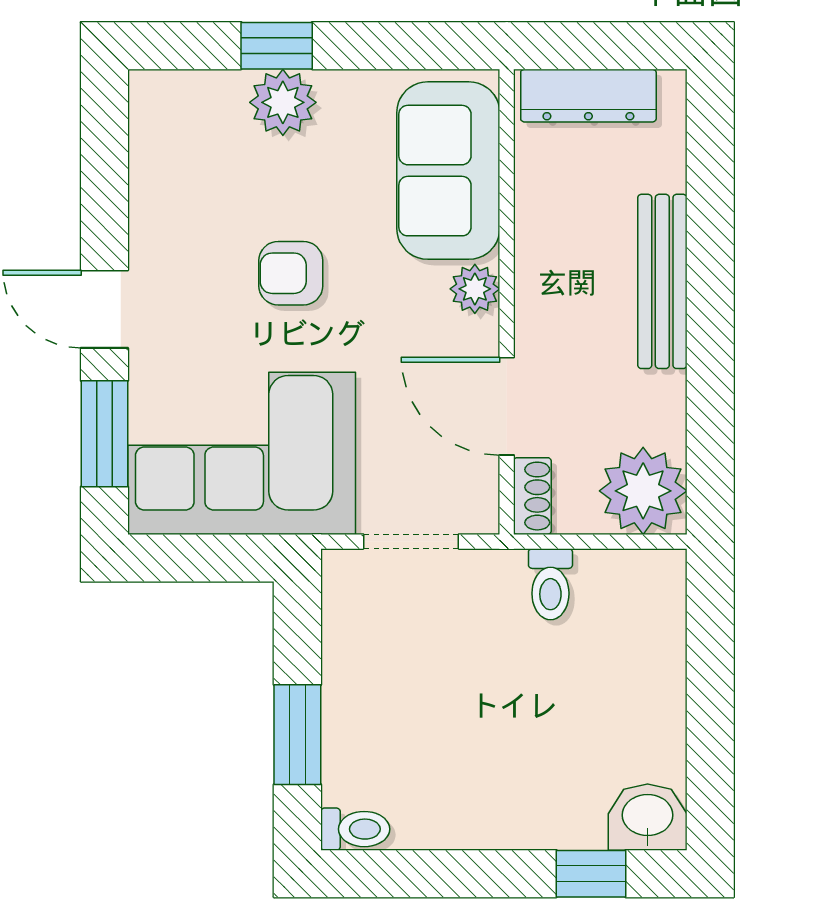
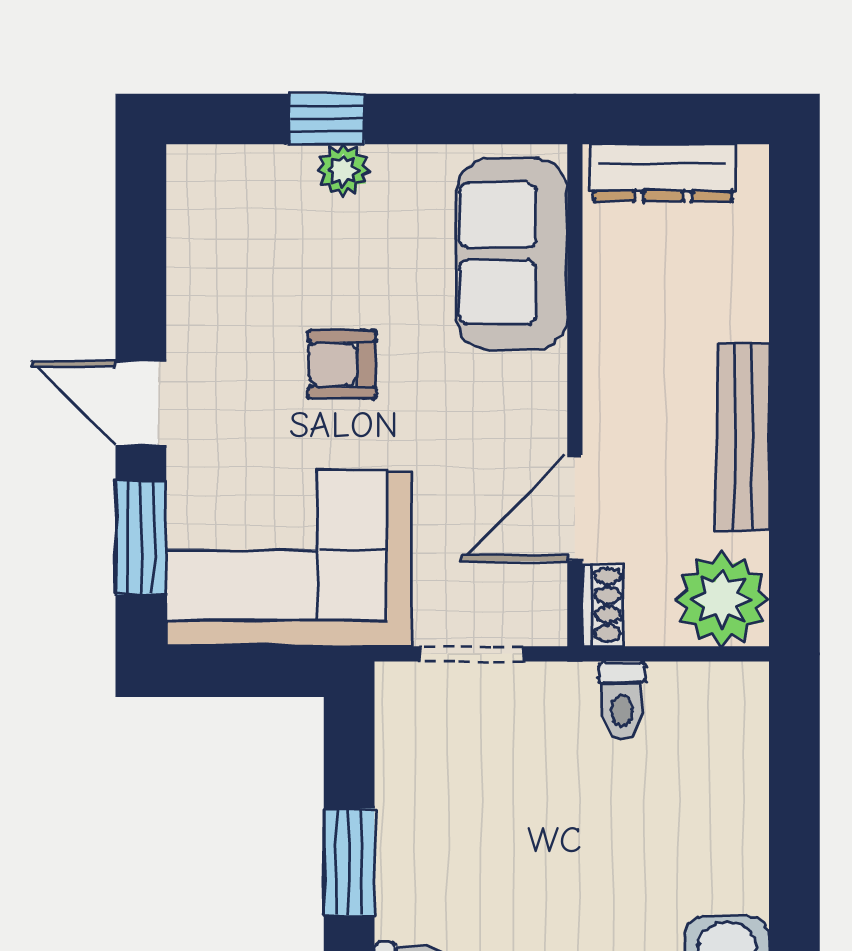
plant: (283, 102) -> (343, 170), width x0.73, depth x0.73
bench: (662, 281) -> (743, 437), moved
plant: (475, 289) -> (541, 381), removed
door: (507, 406) -> (575, 508), hinge flipped

